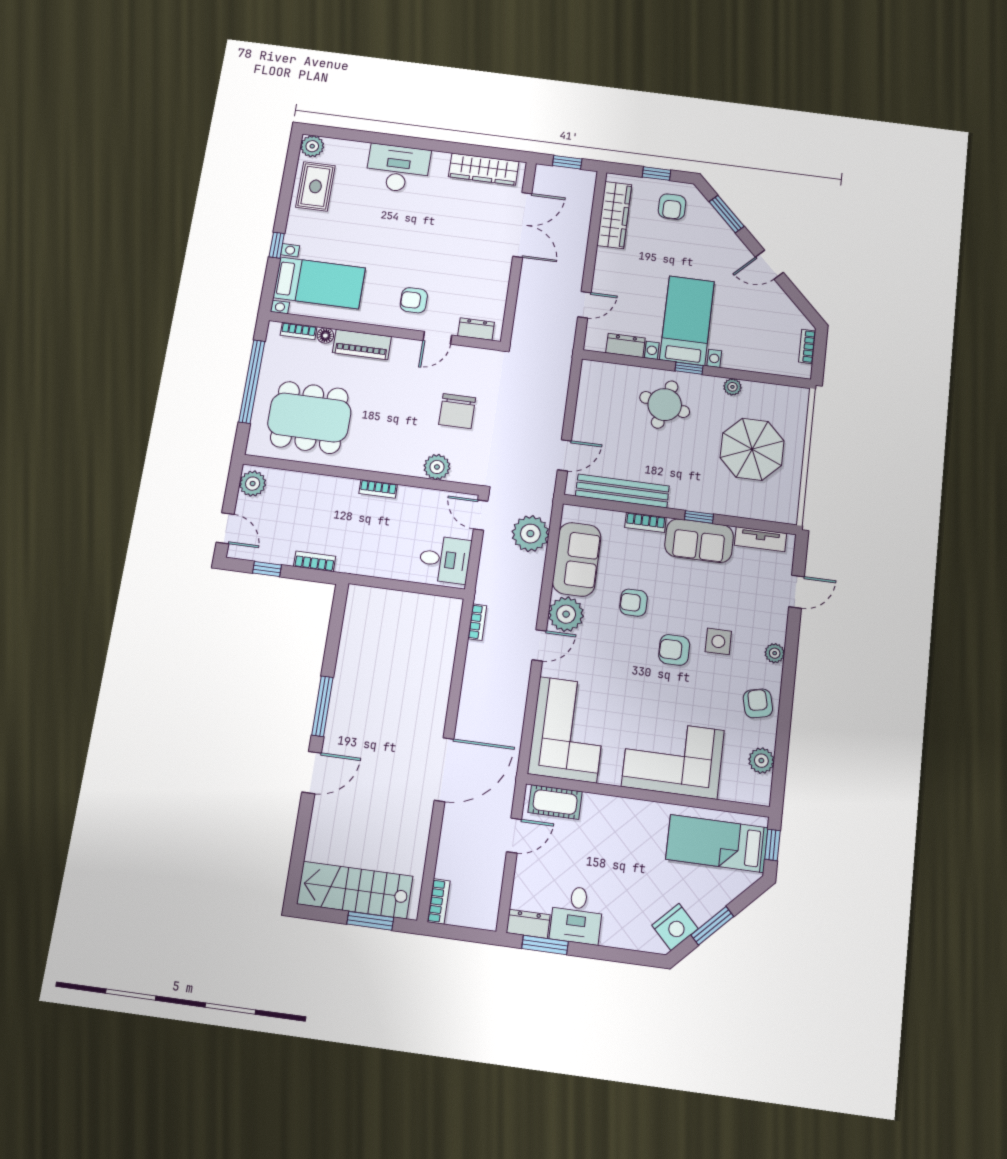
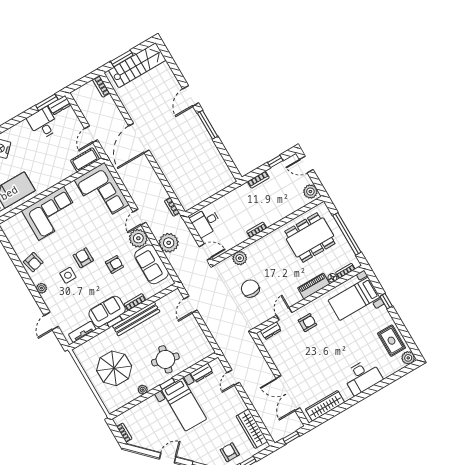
bench: (622, 491) -> (136, 319), moved
plant: (530, 534) -> (169, 243), moved
armchair: (674, 650) -> (83, 258), turned -90
plant: (761, 761) -> (15, 240), removed

